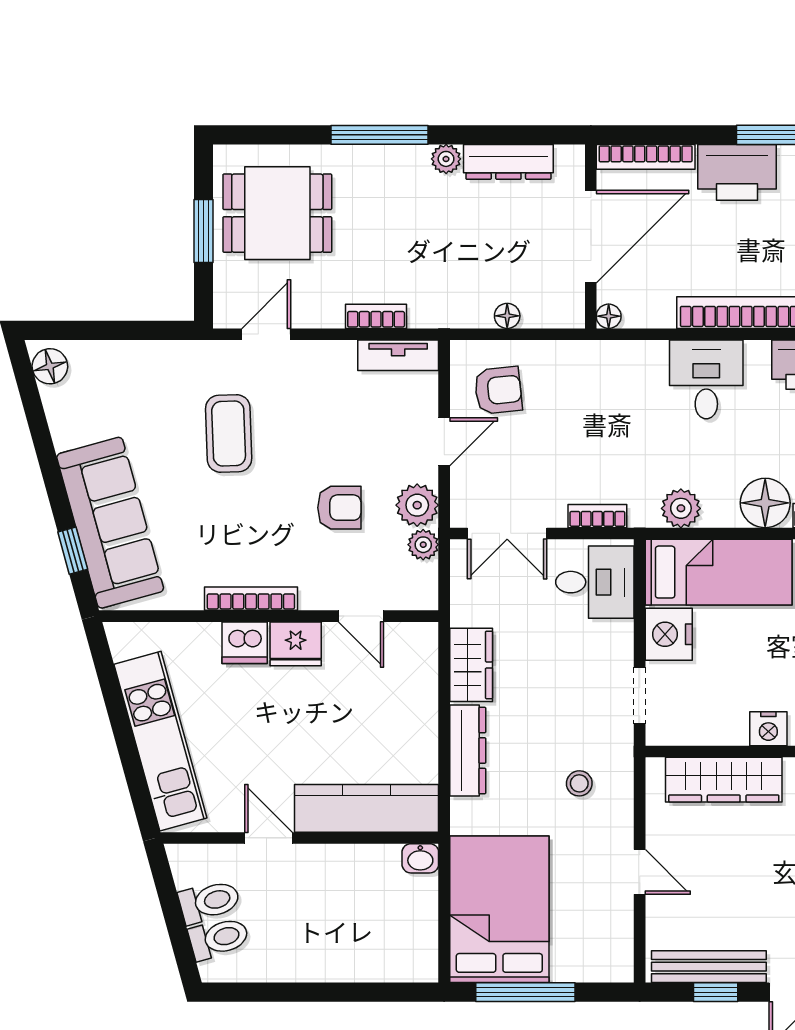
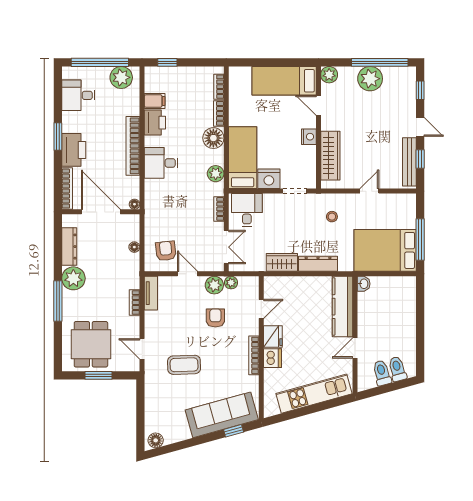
plant: (446, 159) -> (73, 278), width x1.87, depth x1.87

